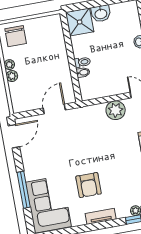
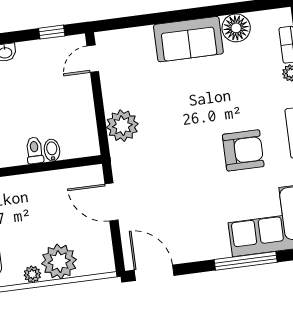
plant: (12, 76) -> (59, 262), width x1.88, depth x1.88
plant: (116, 110) -> (122, 126), moved

